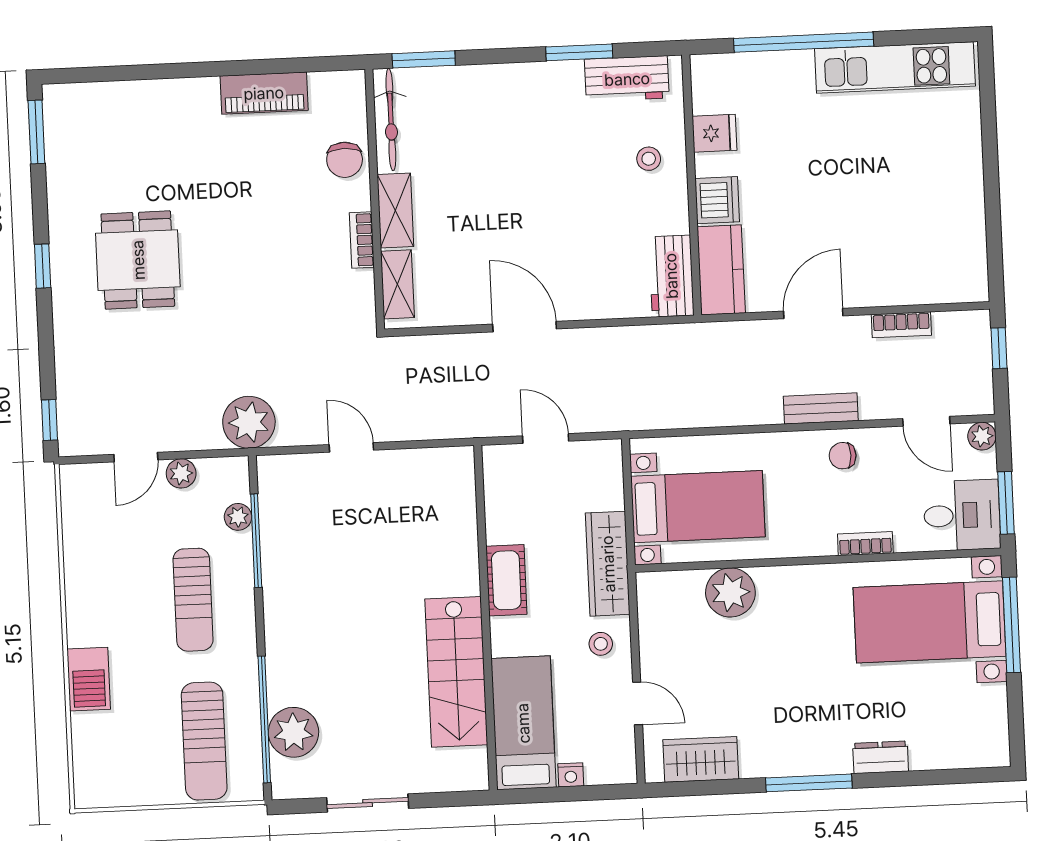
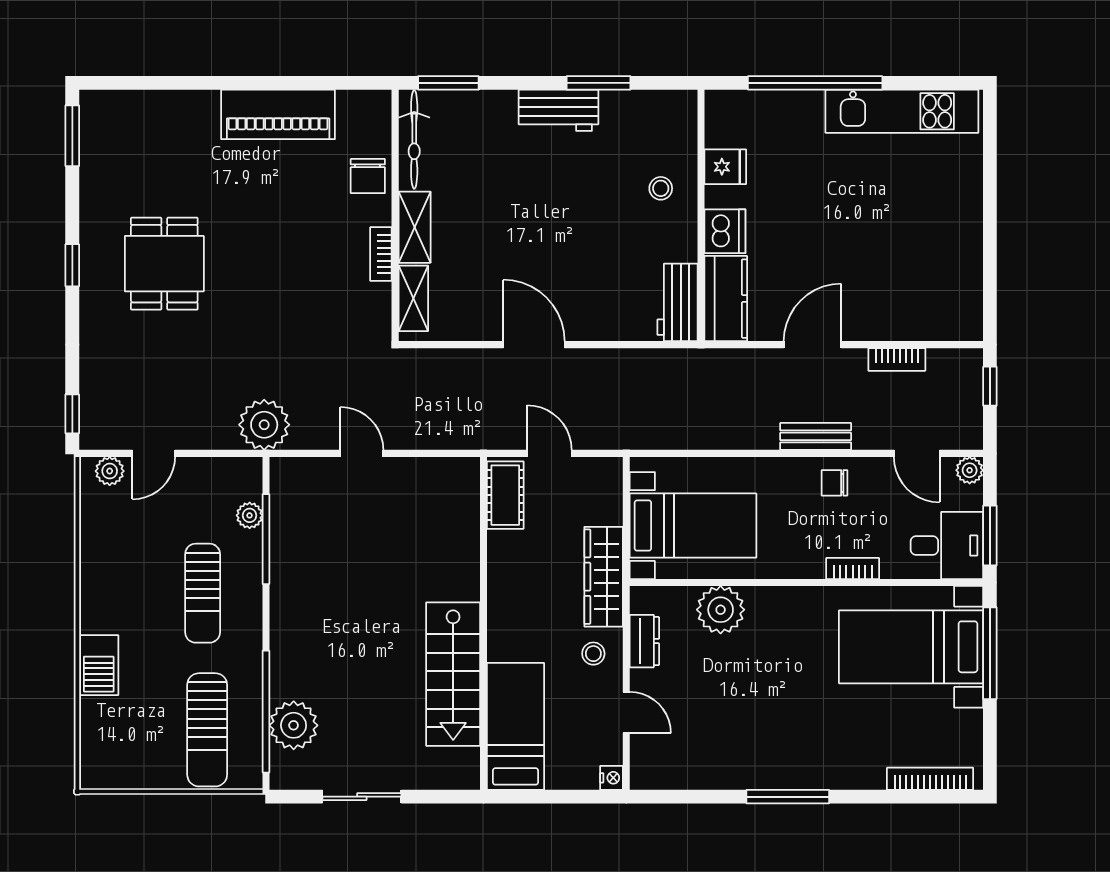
workbench: (627, 79) -> (558, 110), moved
piano: (264, 93) -> (278, 114), width x1.37, depth x1.33
plant: (181, 473) -> (110, 471), moved
cot: (506, 580) -> (505, 495), moved
dresser: (881, 757) -> (644, 641), moved, turned 90
bookcase: (955, 758) -> (930, 779), added
wardrobe: (701, 759) -> (685, 769), removed
nightstand: (571, 775) -> (611, 778), moved, turned -90

